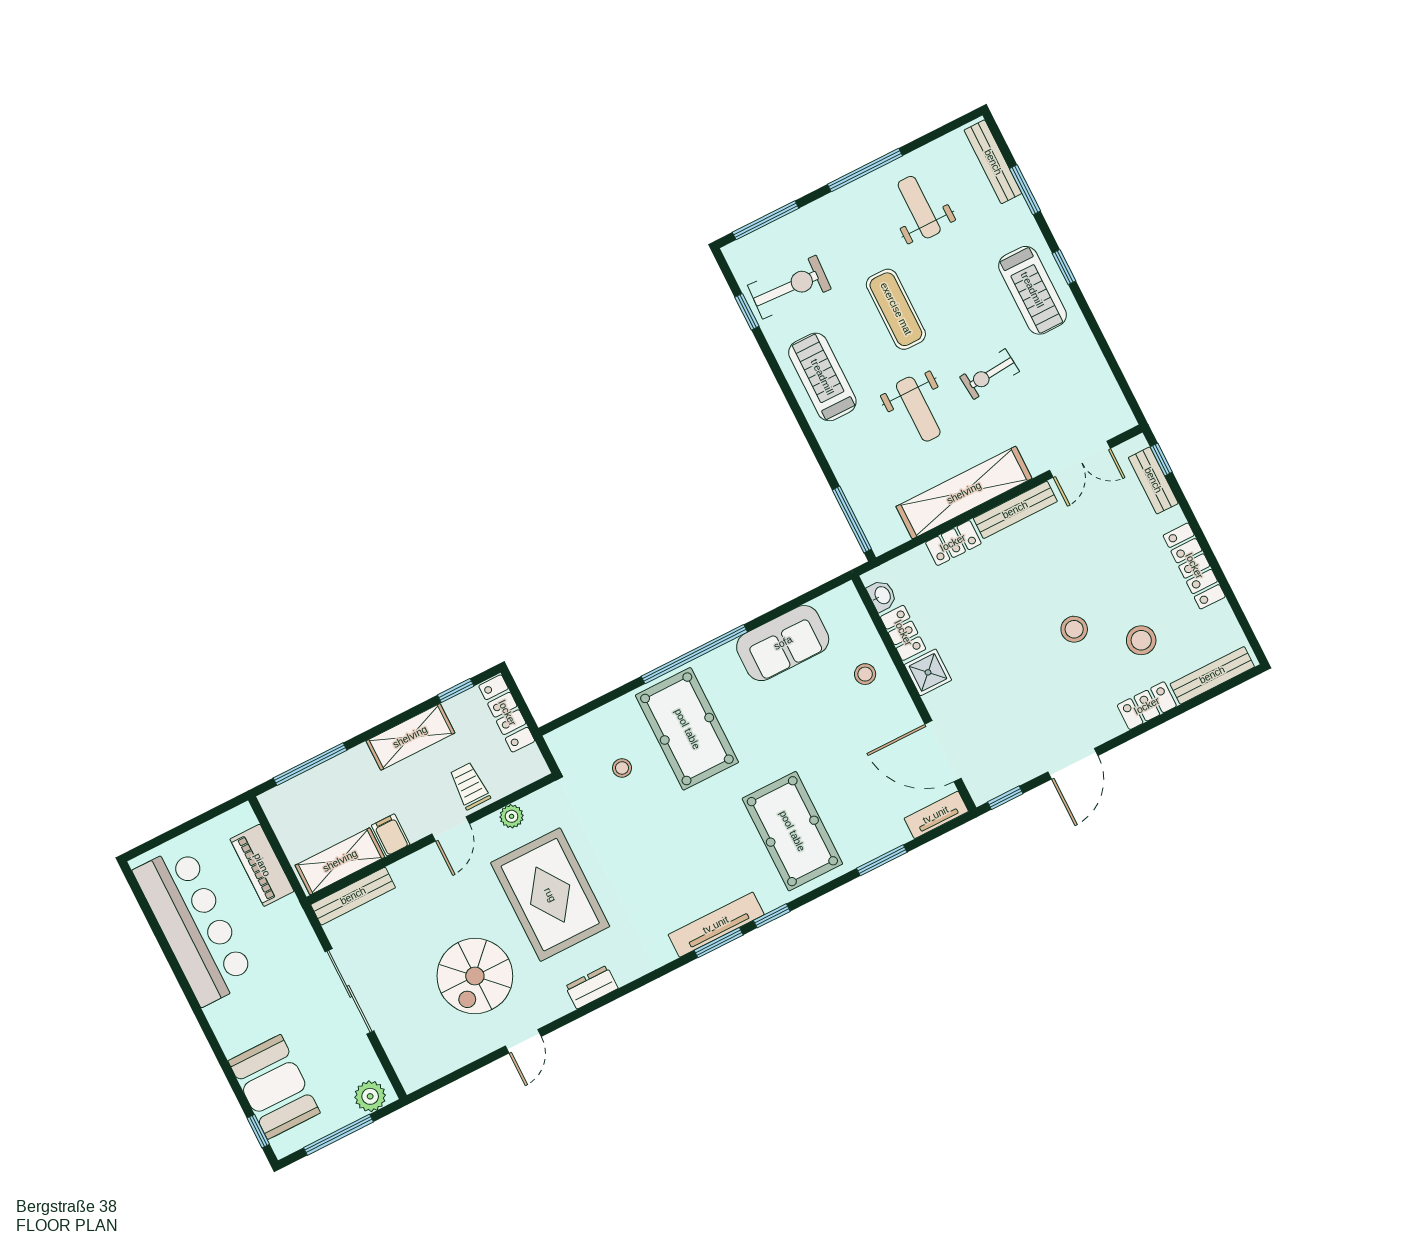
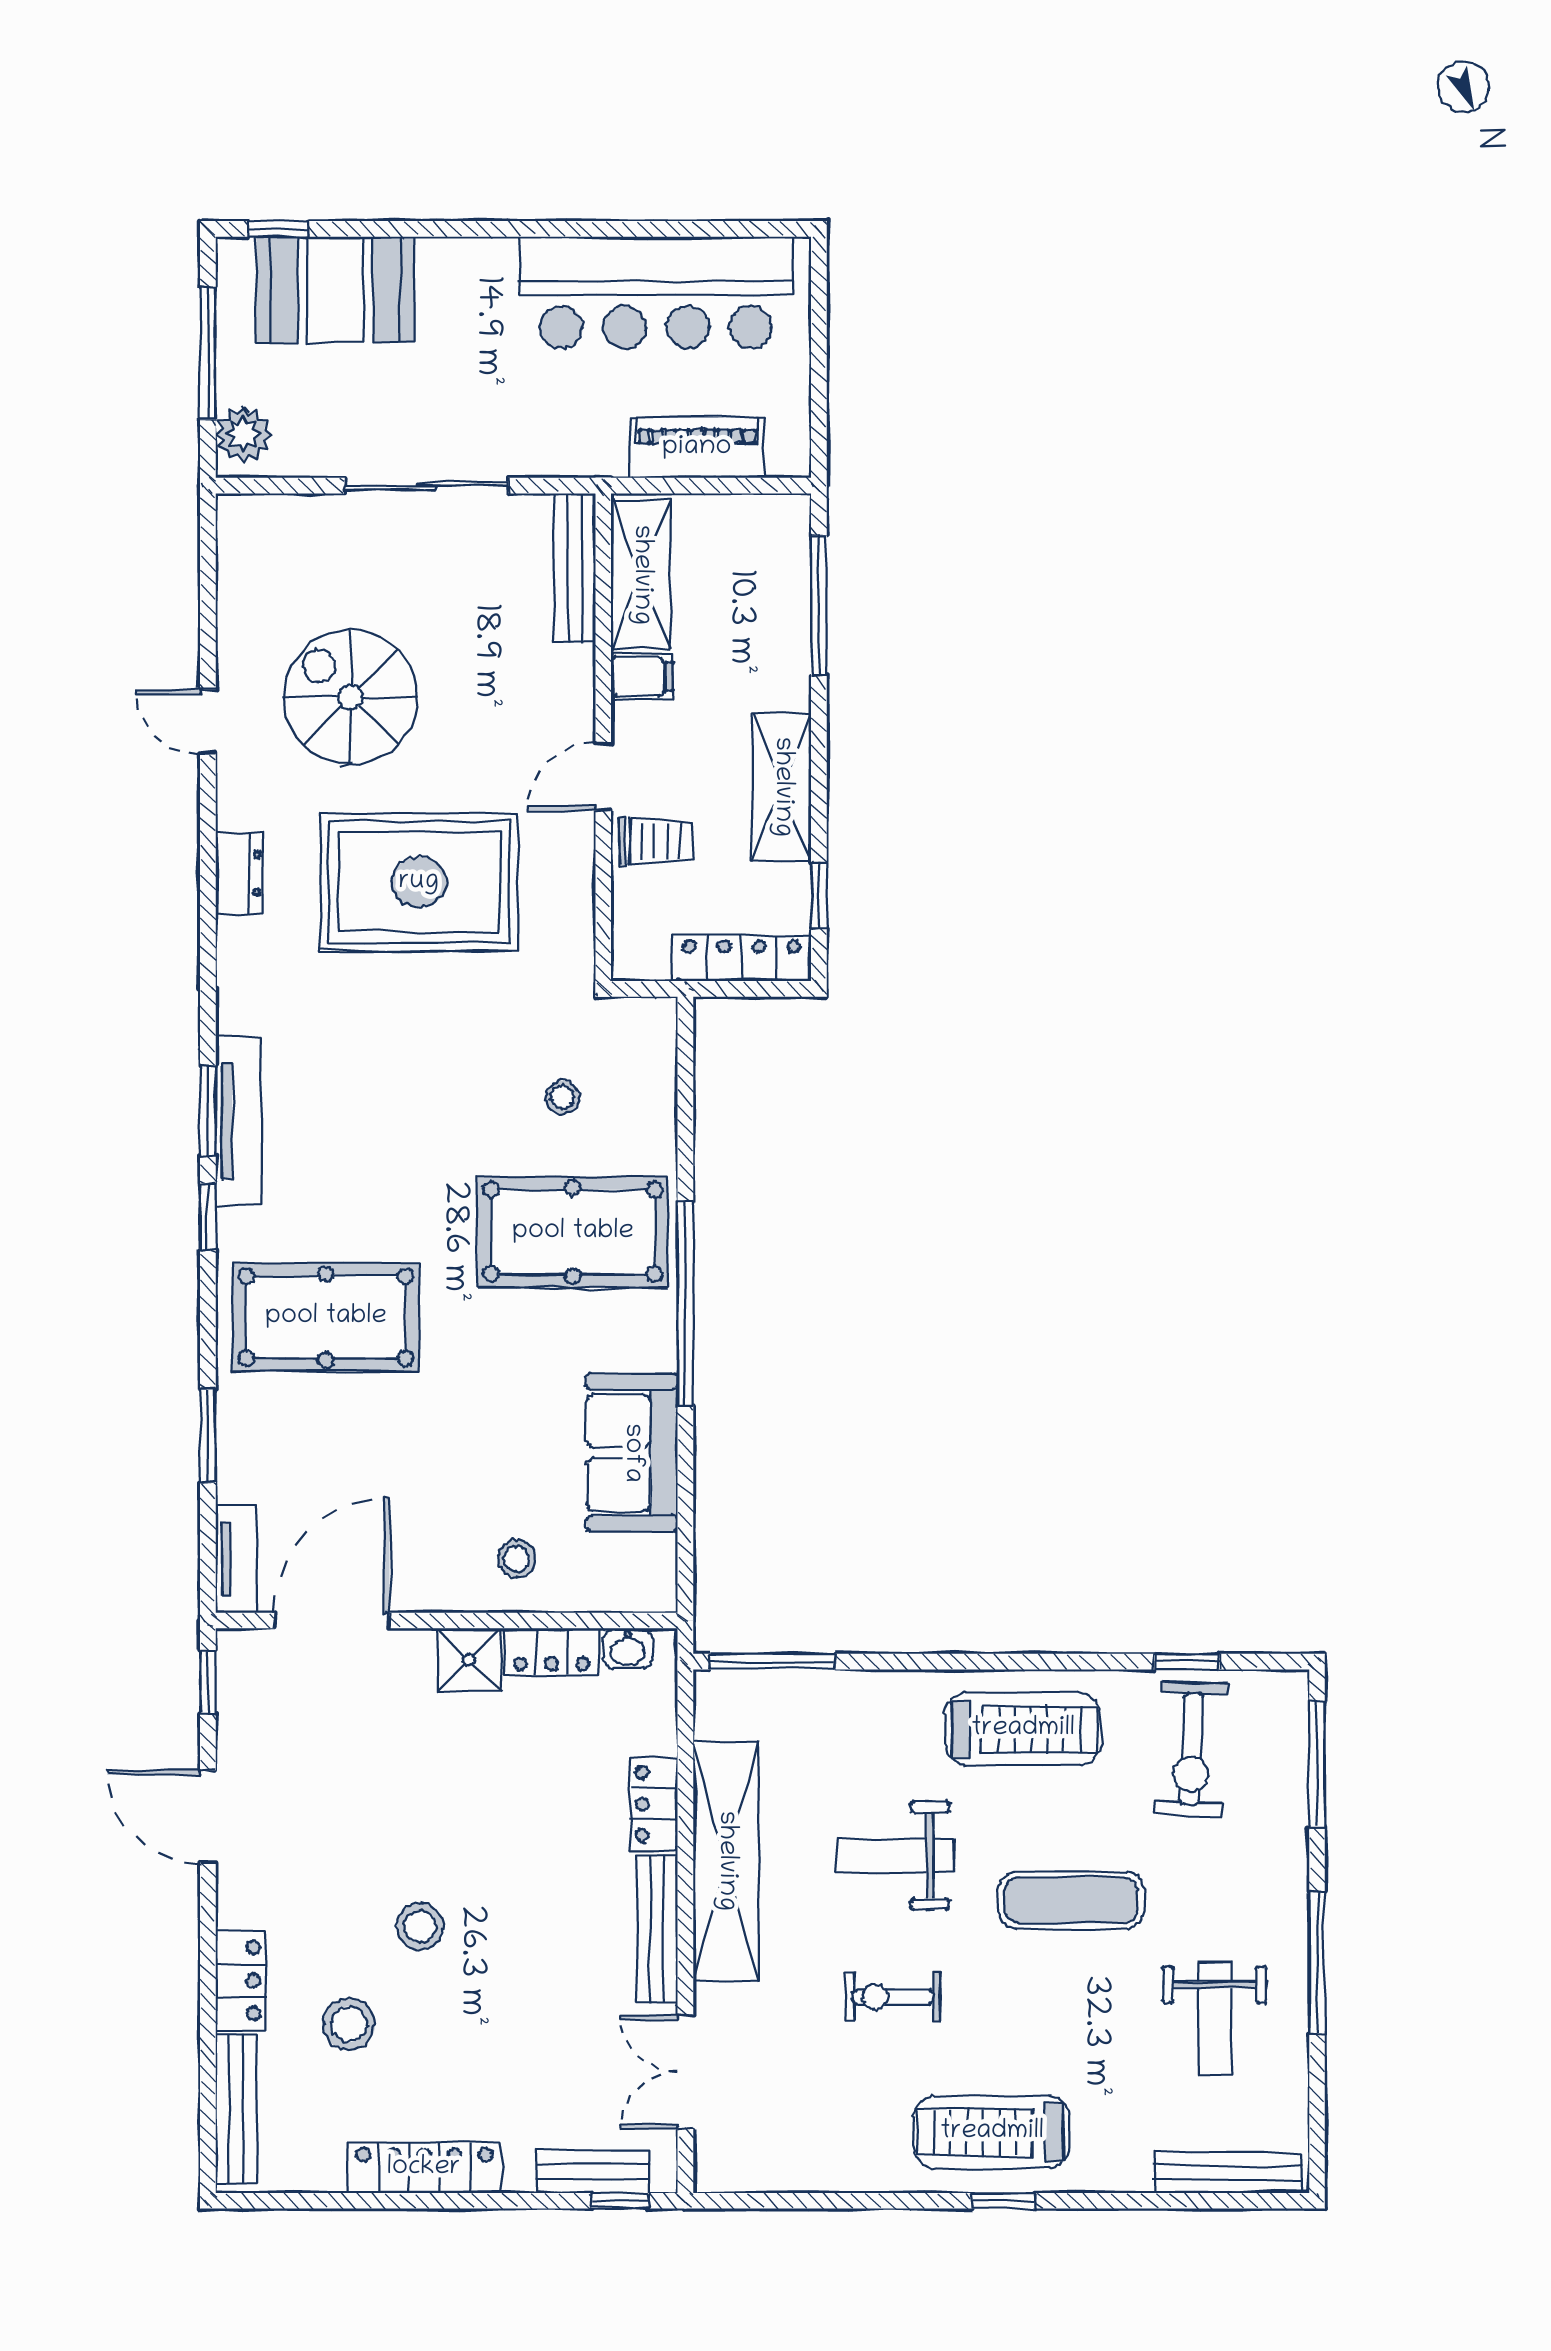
window: (1025, 190) -> (1157, 2201), removed
weight bench: (919, 207) -> (1215, 2019), turned 90
exercise bike: (990, 374) -> (893, 1997), turned -85
plant: (512, 816) -> (574, 883), removed
door: (451, 829) -> (603, 777), hinge flipped

